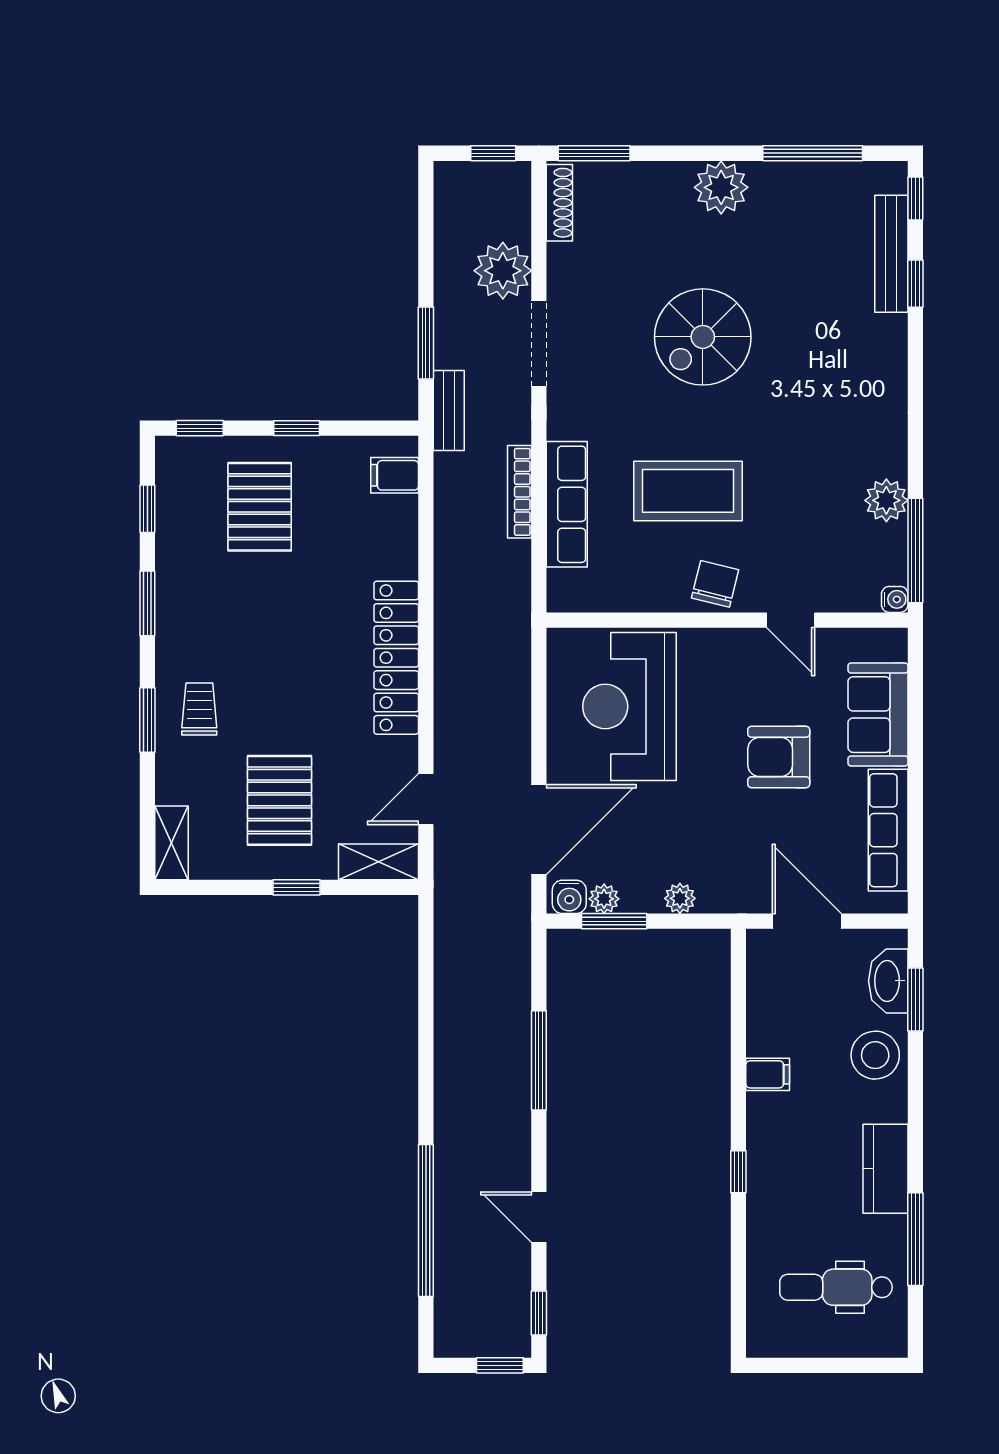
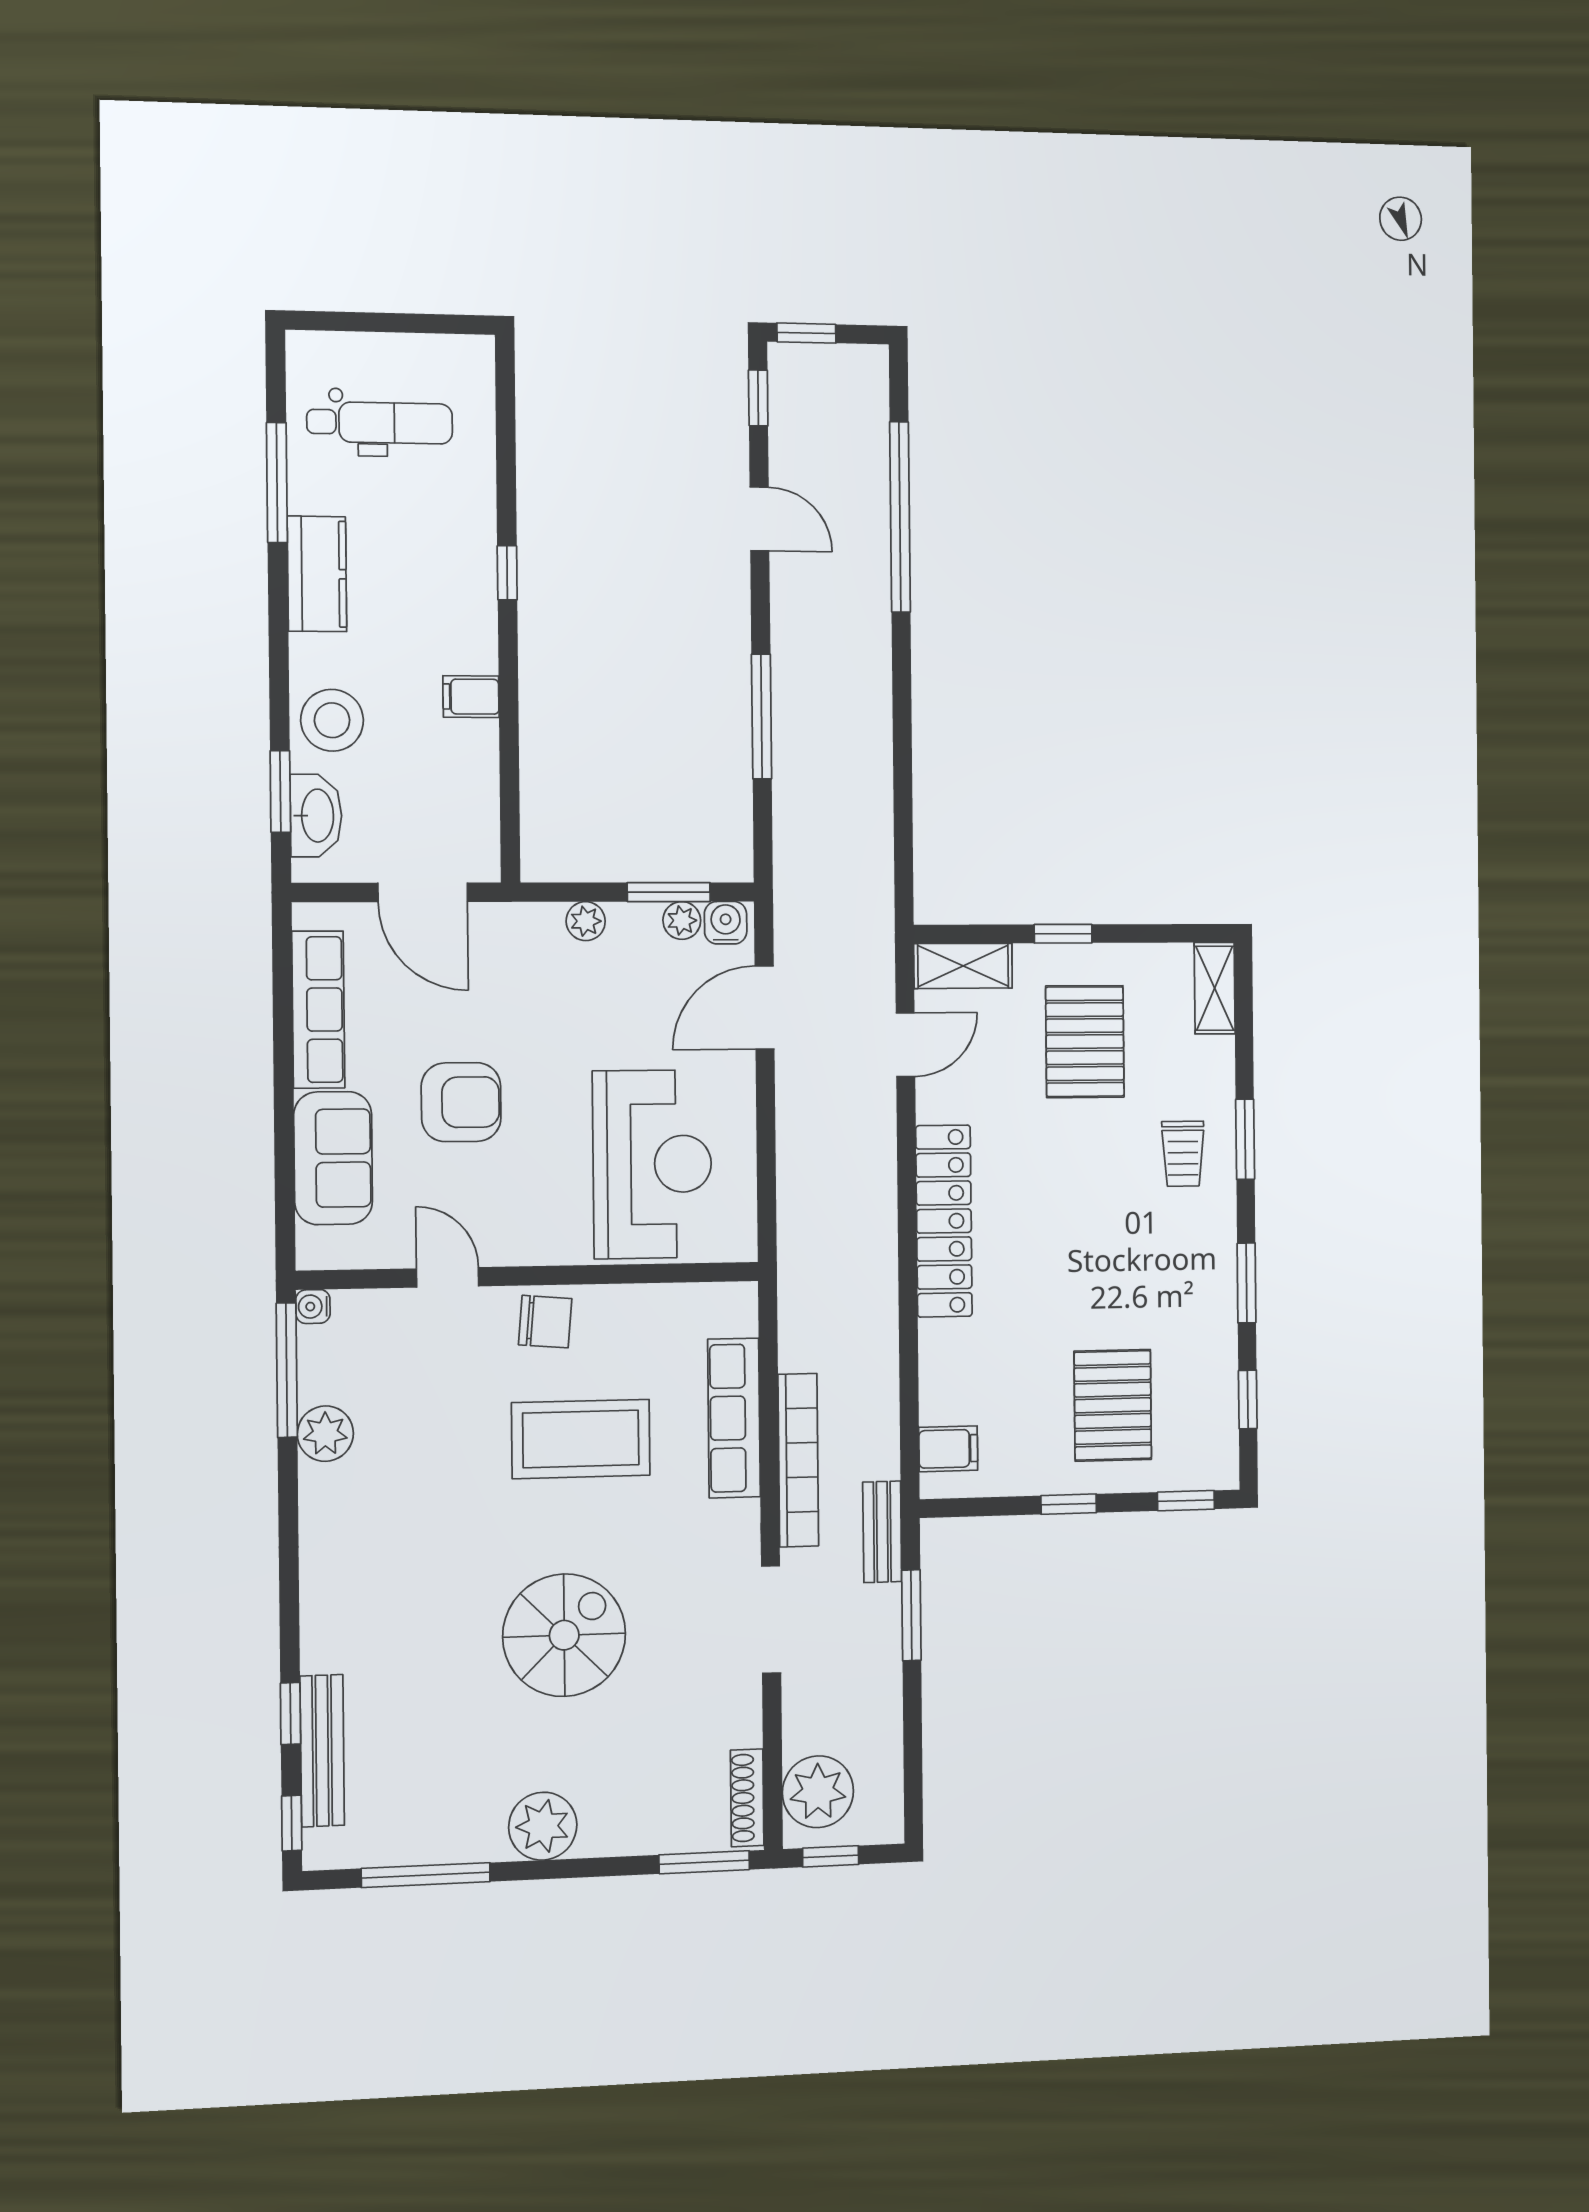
plant: (503, 271) -> (818, 1792), moved
bookcase: (519, 492) -> (798, 1460), width x1.48, depth x1.31
chair: (715, 584) -> (545, 1322), turned -99
door: (539, 830) -> (765, 1007), width x0.73

